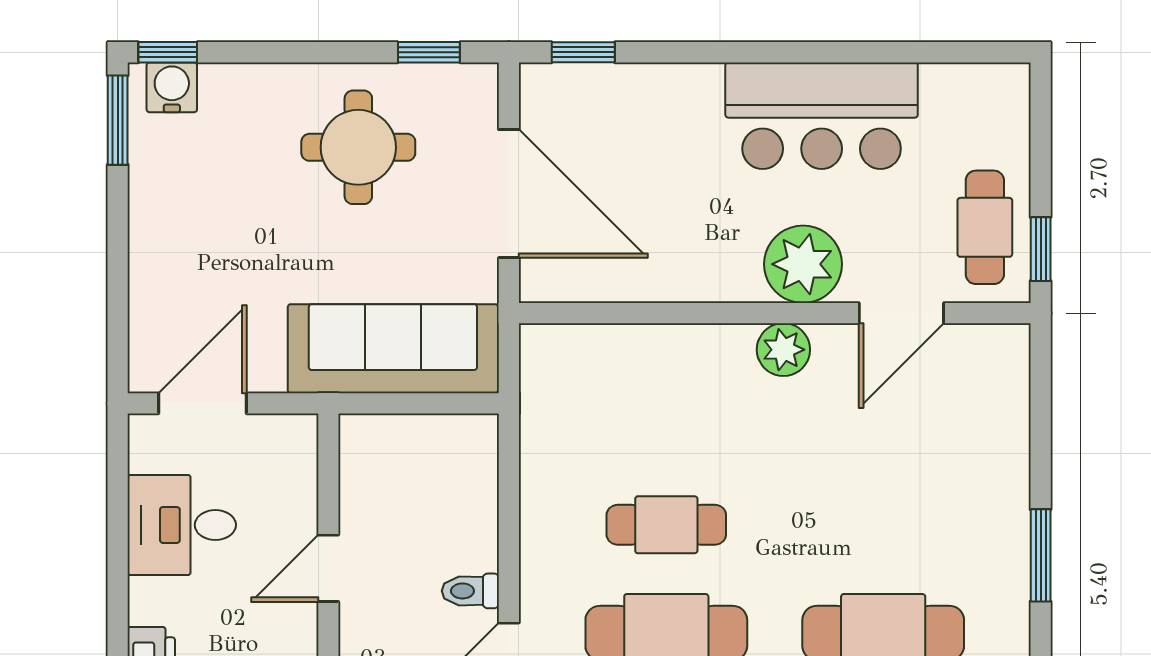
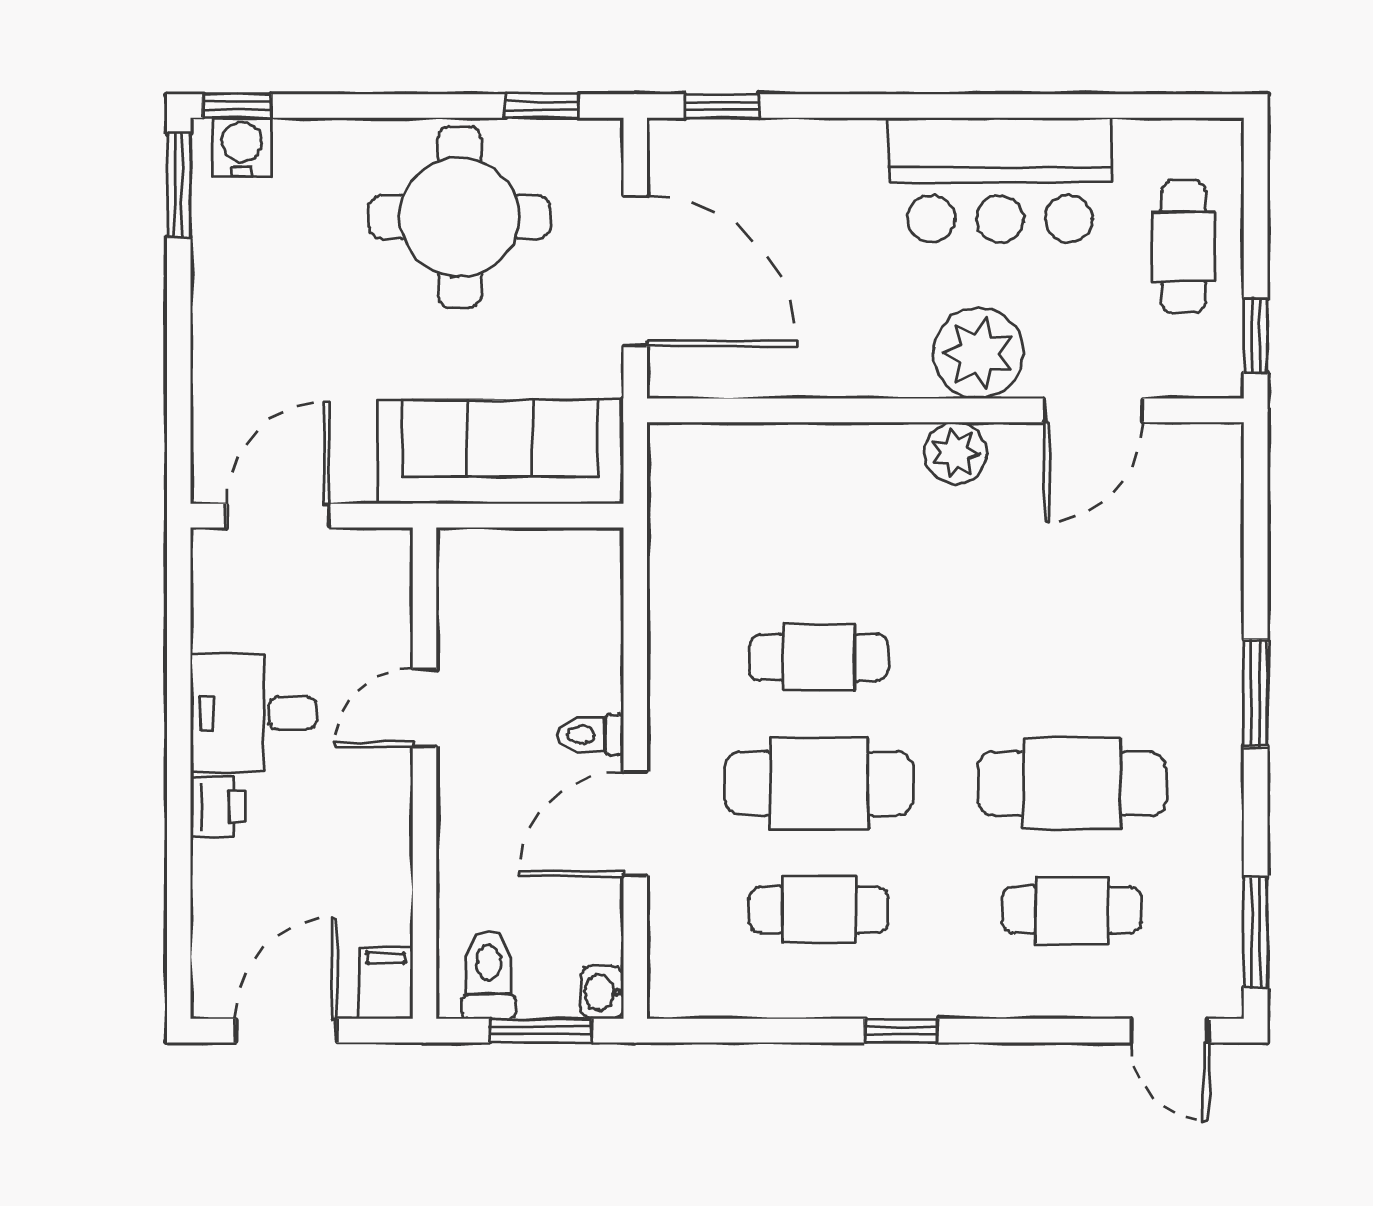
round table: (358, 147) -> (460, 217), width x1.36, depth x1.36
cafe table: (985, 227) -> (1184, 247), moved
desk: (182, 525) -> (254, 713), moved

